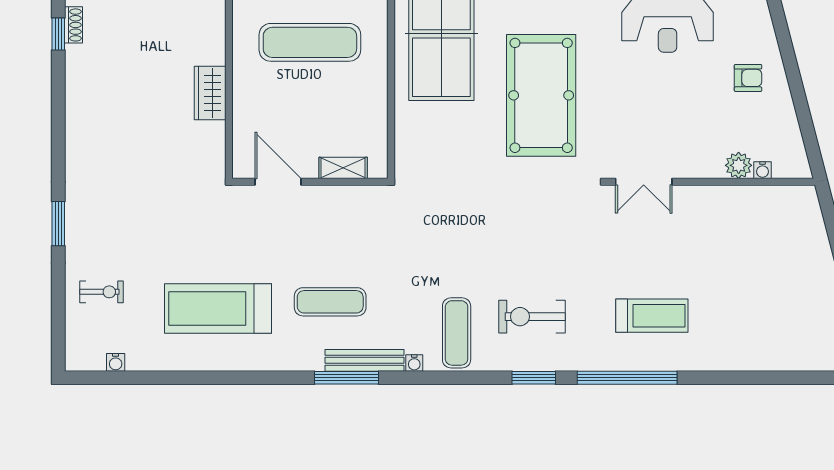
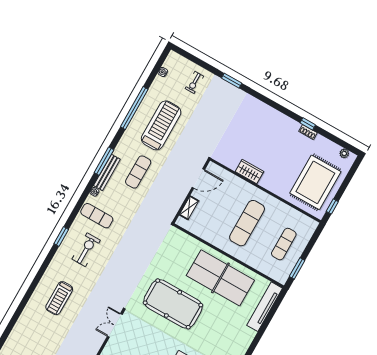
window: (627, 378) -> (134, 108), moved

